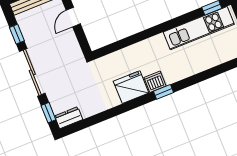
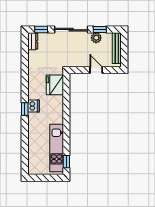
plant: (30, 34) -> (96, 38), added
fridge: (131, 87) -> (55, 85), moved, turned 180

